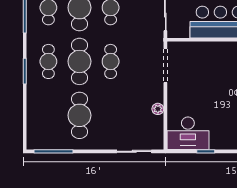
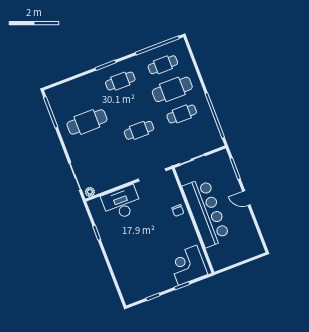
chair: (215, 52) -> (178, 211), added
cafe table: (79, 61) -> (130, 106), removed
plant: (158, 109) -> (90, 192), moved
desk: (188, 133) -> (122, 203), moved, turned 90

